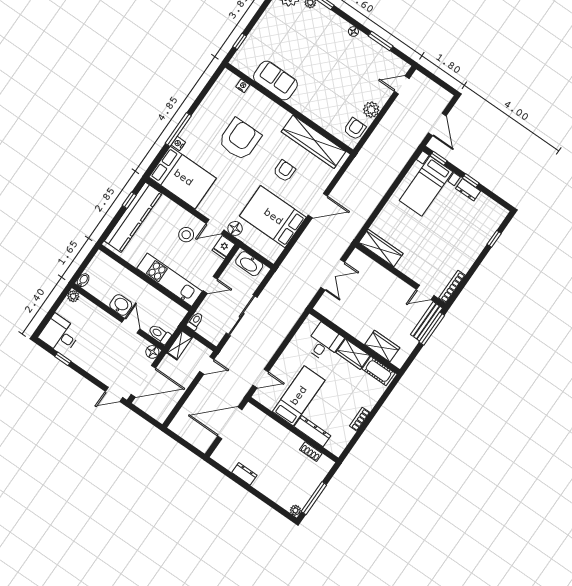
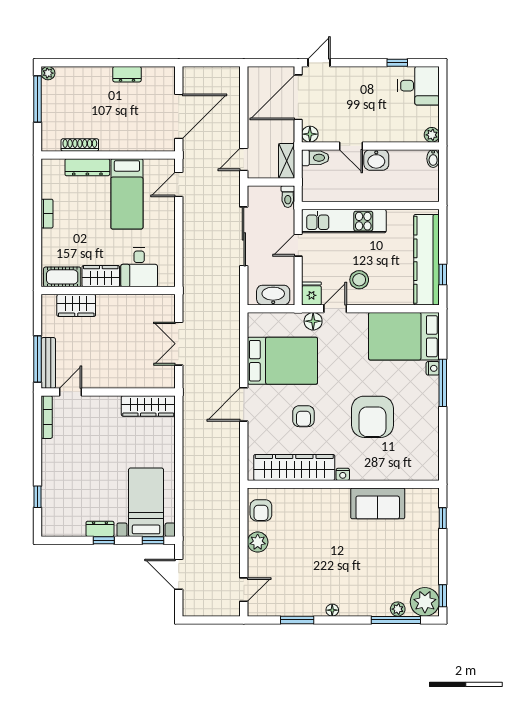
nightstand: (243, 86) -> (343, 474), moved
shoe rack: (311, 452) -> (80, 145), width x1.43

